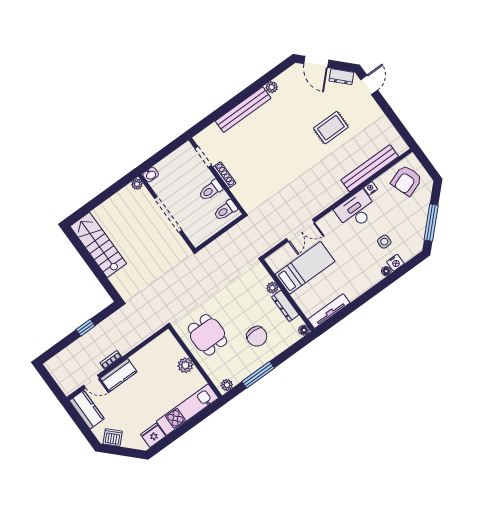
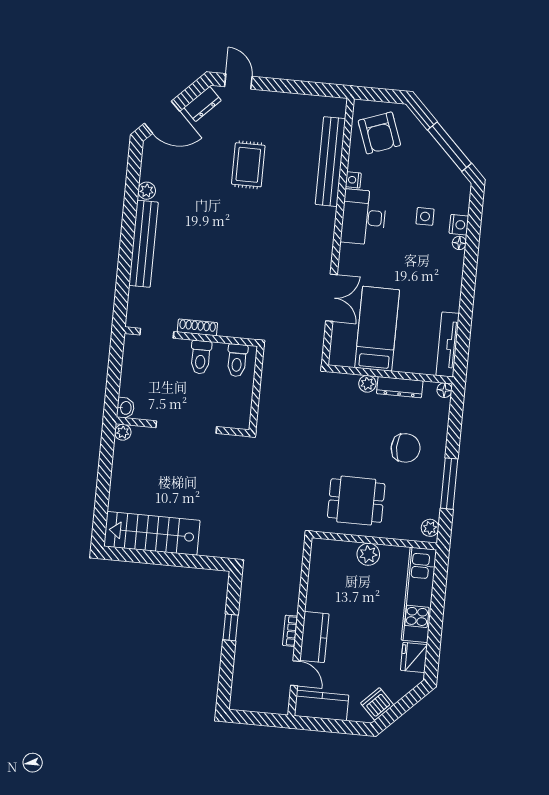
door: (91, 382) -> (295, 673), hinge flipped

